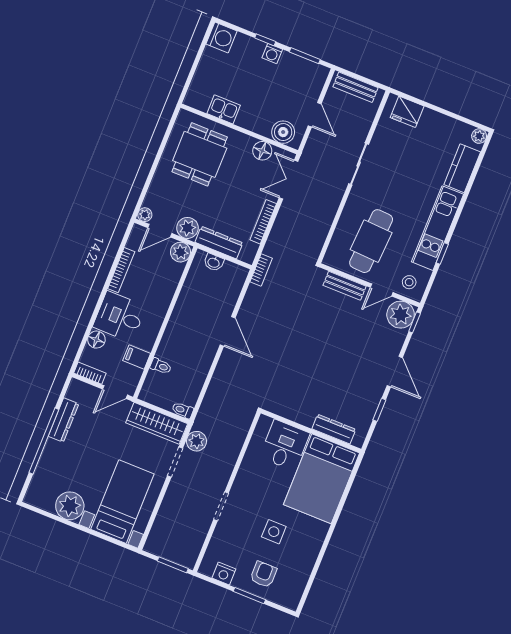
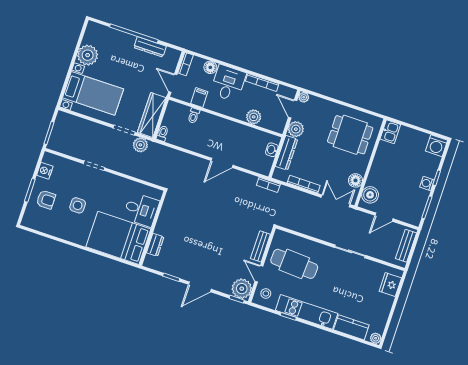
kitchen sink: (224, 109) -> (390, 132), moved
plant: (180, 252) -> (254, 117), moved
dresser: (334, 429) -> (155, 245), width x0.70

